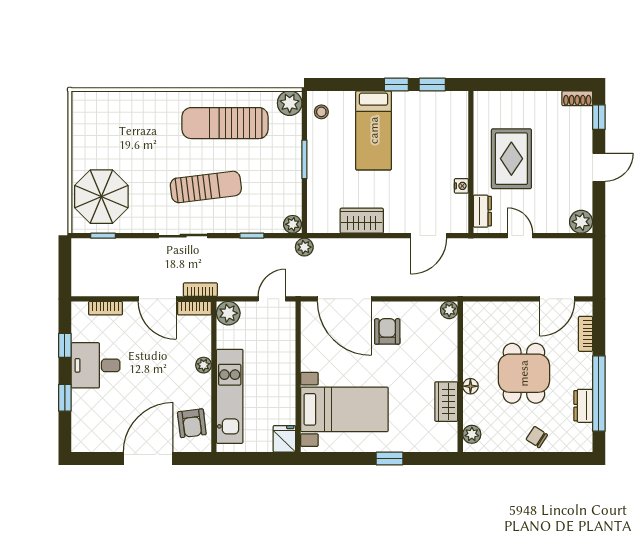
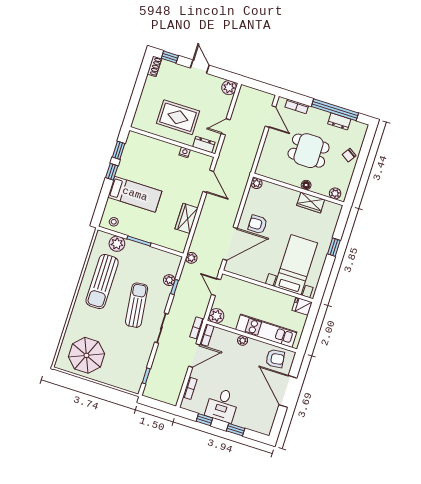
plant: (290, 103) -> (117, 244), moved
parasol: (101, 197) -> (86, 355), moved
plant: (293, 224) -> (169, 280), moved

